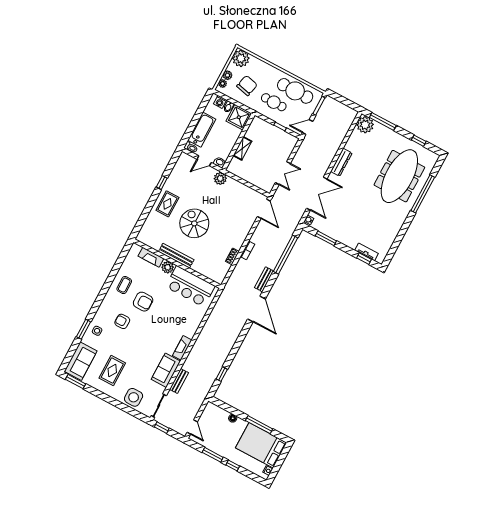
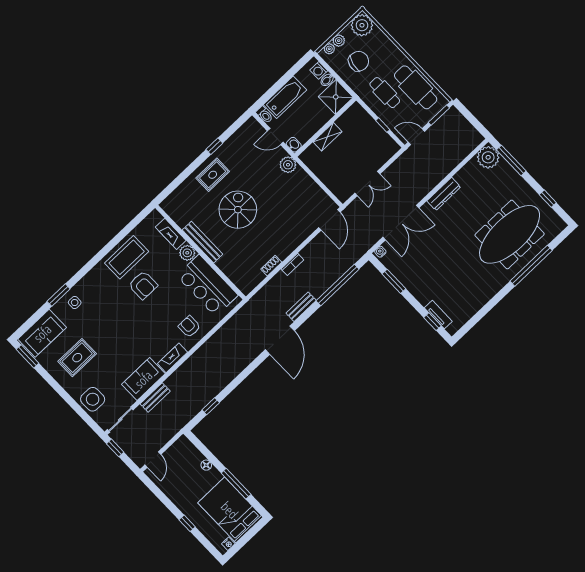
coffee table: (124, 285) -> (127, 257), width x1.86, depth x1.72
armchair: (122, 321) -> (189, 327), moved
window: (213, 455) -> (167, 502), removed

